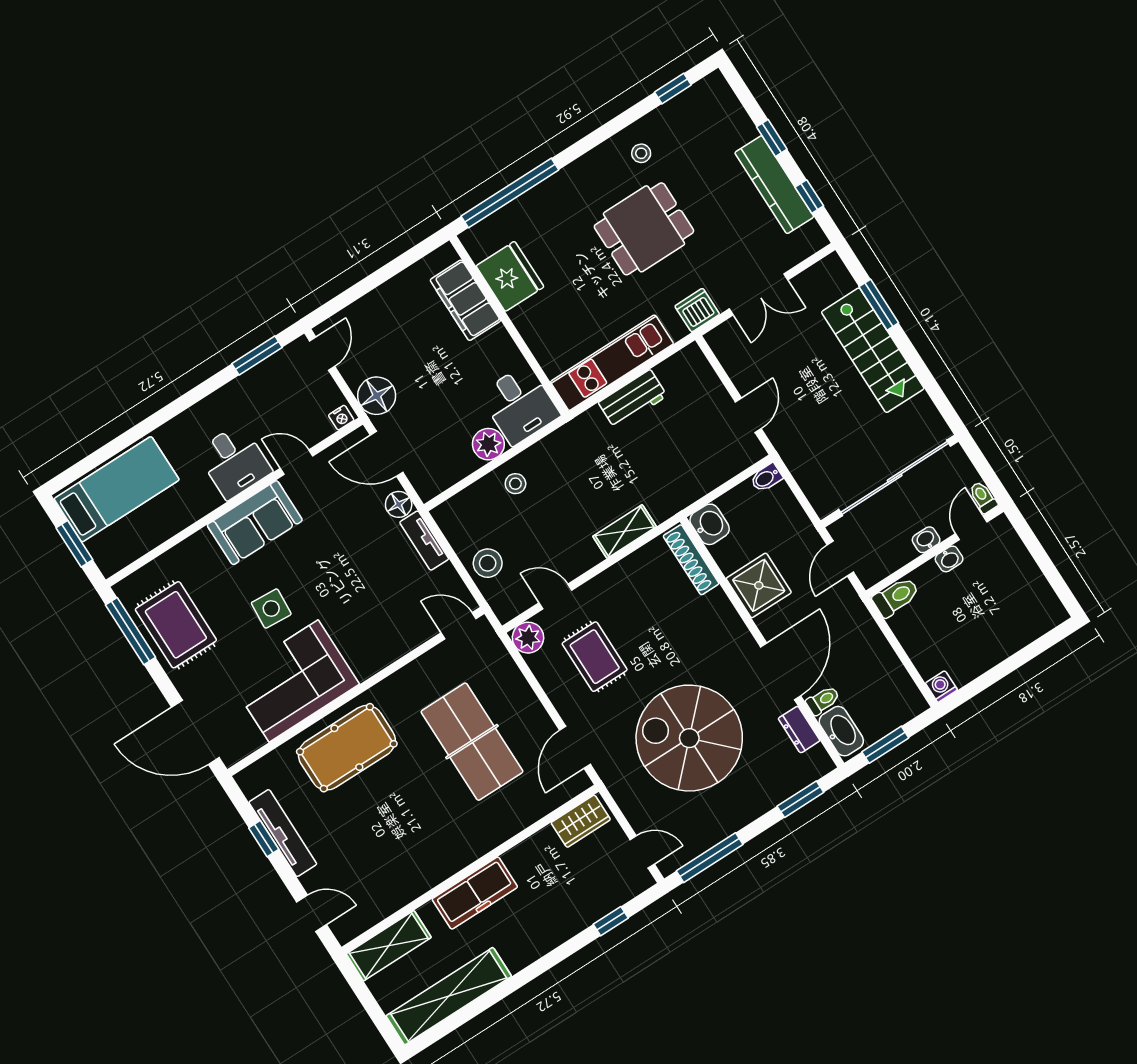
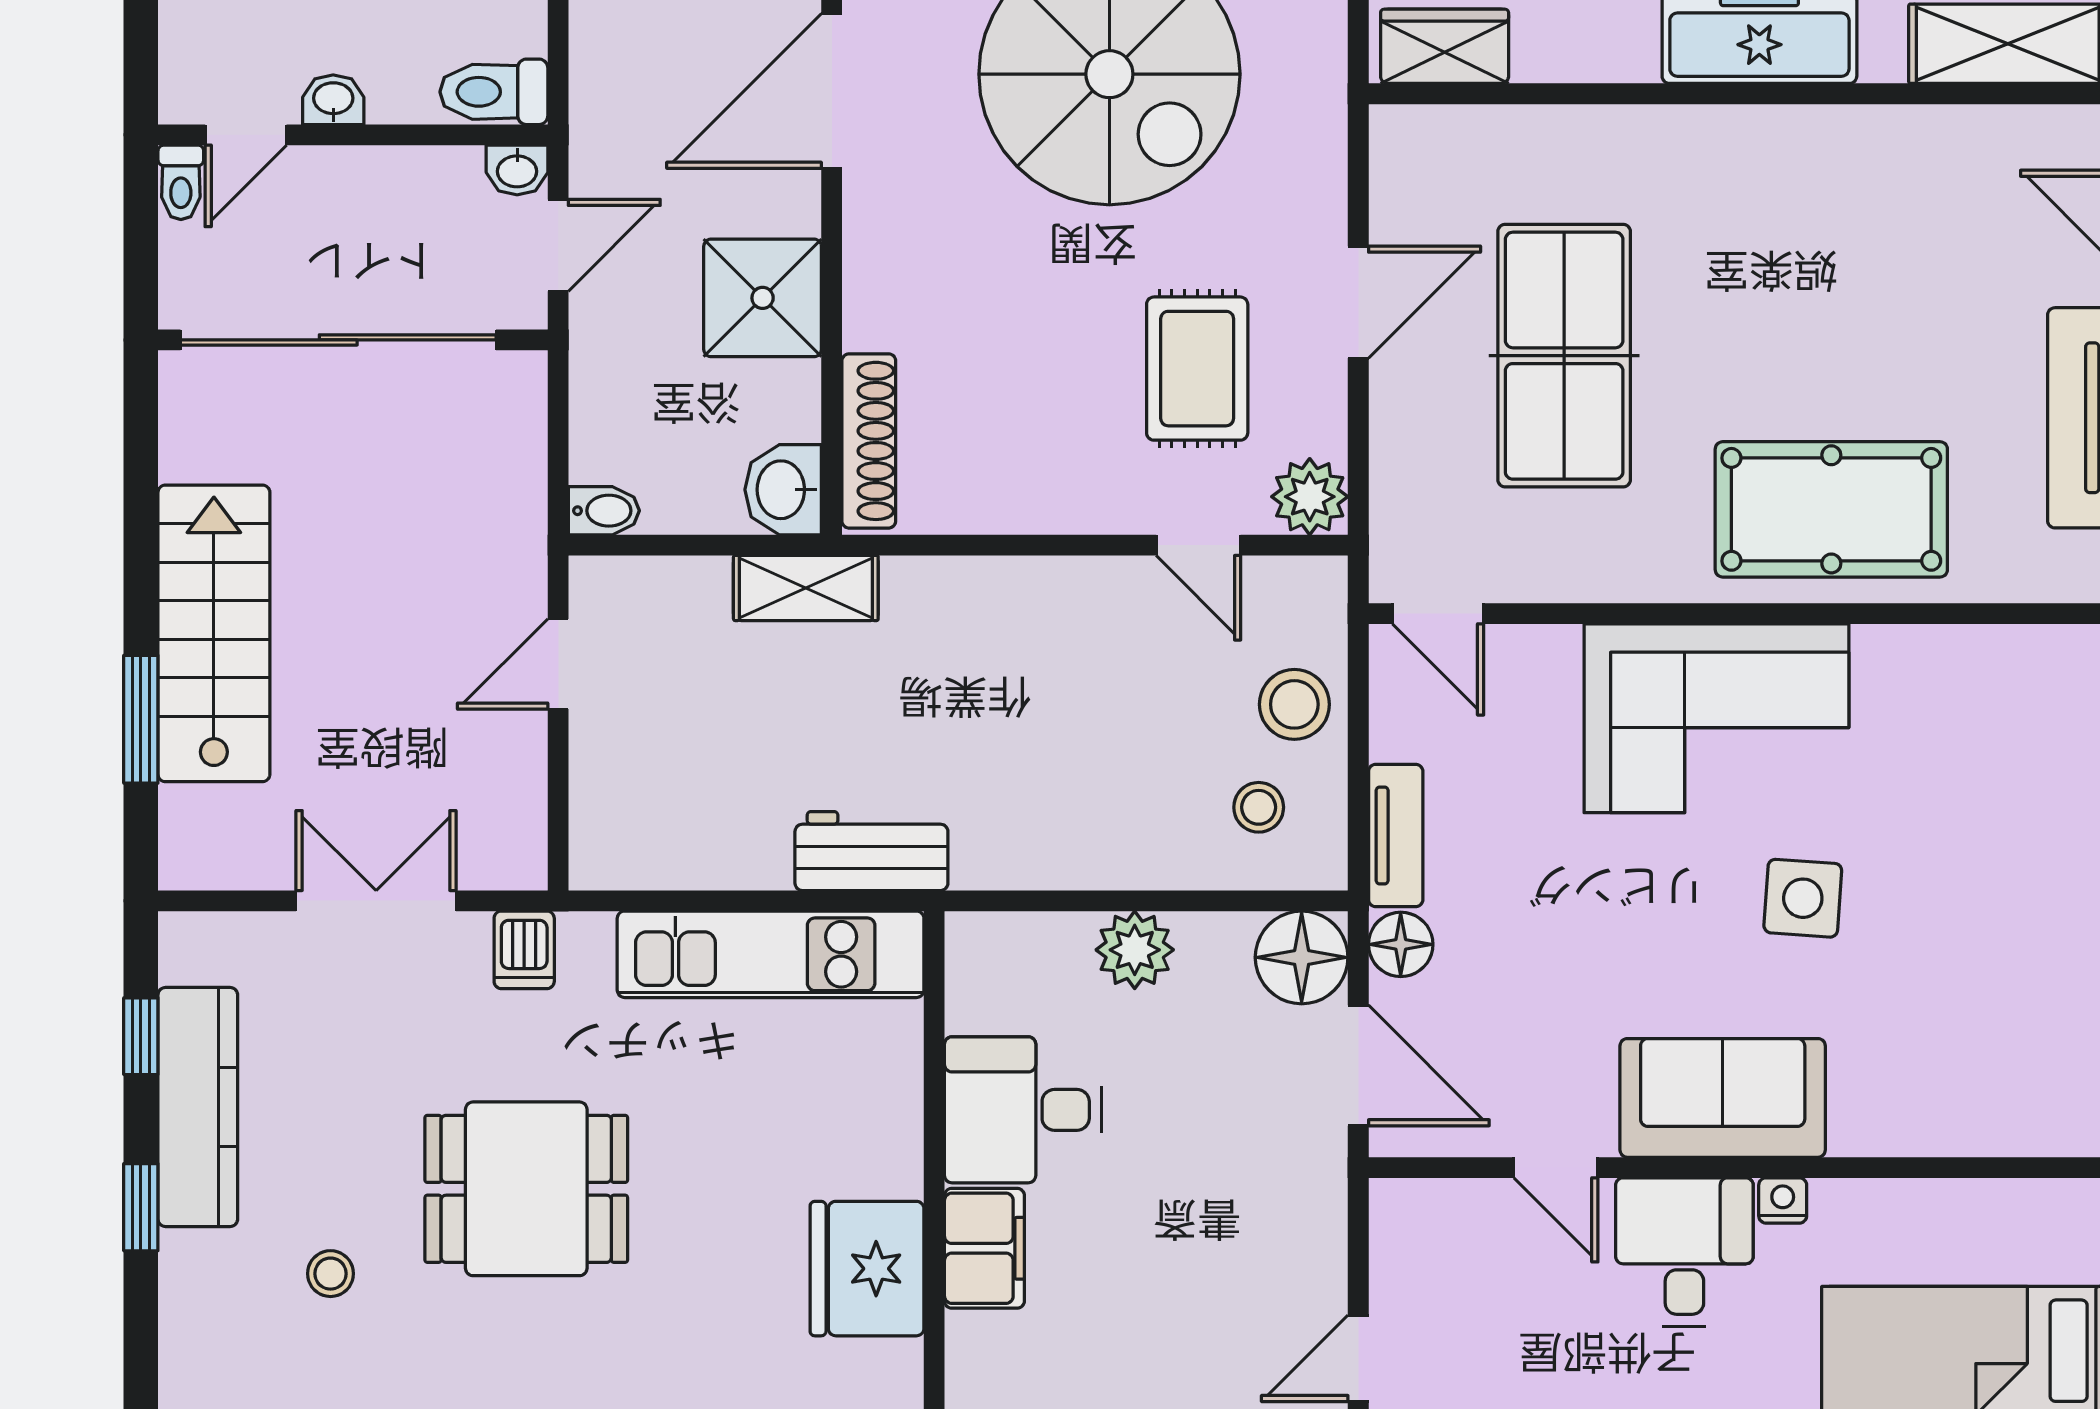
stool: (641, 153) -> (331, 1274), moved
filing cabinet: (465, 300) -> (984, 1248), width x0.67, depth x0.86
dishwasher: (697, 310) -> (524, 950), width x0.73
floor lamp: (377, 396) -> (1302, 957), moved
workbench: (633, 399) -> (871, 851), moved
desk: (520, 405) -> (1023, 1110), moved, turned -90
nightstand: (341, 418) -> (1783, 1200), moved
stool: (515, 484) -> (1259, 807), moved
shelving: (625, 531) -> (806, 588), moved
washbasin: (926, 540) -> (517, 170), moved
rug: (176, 625) -> (2022, 991), removed
corner sofa: (294, 681) -> (1716, 718), moved
door: (575, 747) -> (1358, 302), moved

